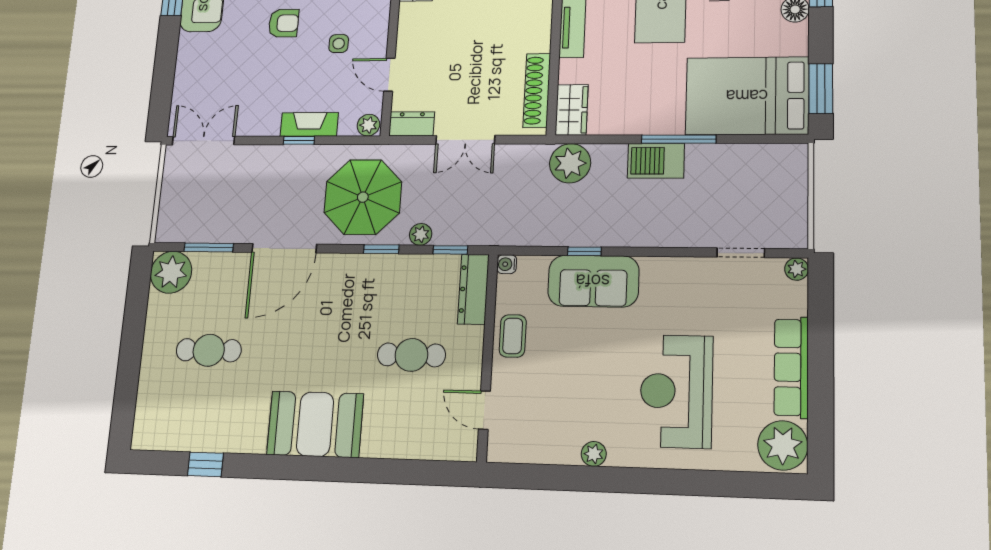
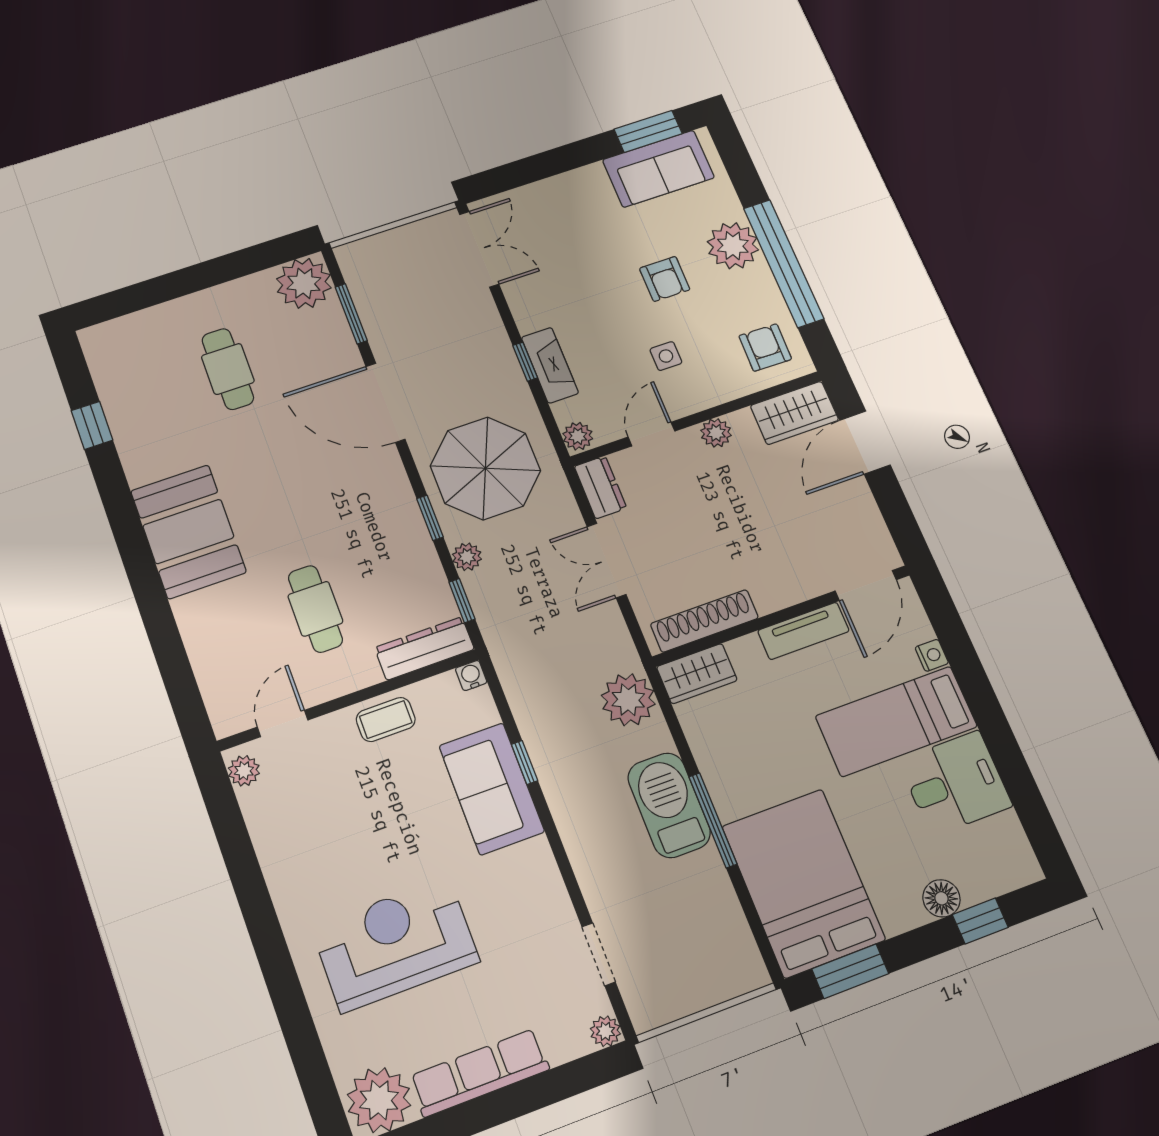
plant: (408, 31) -> (716, 433), added
barbecue: (656, 161) -> (669, 805), width x1.37, depth x1.21
plant: (594, 454) -> (244, 771), moved

